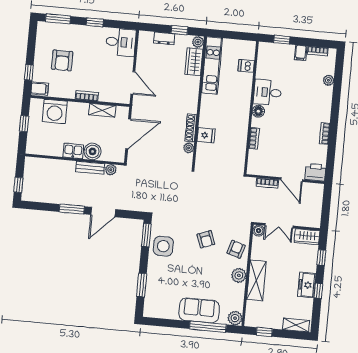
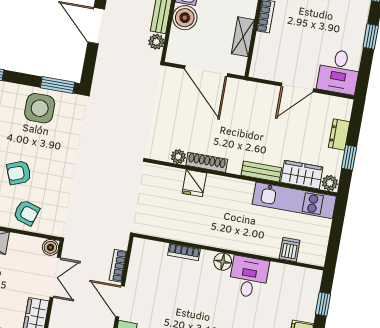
door: (133, 83) -> (297, 87), moved
bench: (194, 90) -> (261, 171), added
door: (292, 180) -> (120, 301), hinge flipped
double door: (279, 226) -> (55, 277), swing flipped
armchair: (206, 239) -> (19, 173), moved

